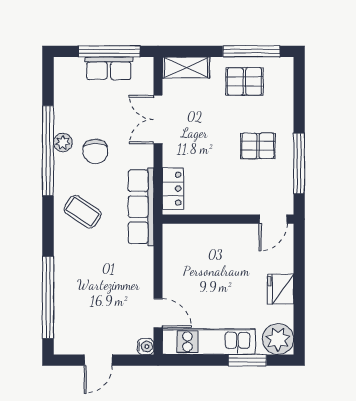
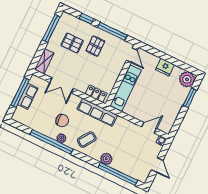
pallet: (244, 81) -> (72, 43), moved, turned 90
window: (299, 106) -> (86, 19), added
plant: (63, 143) -> (61, 138), moved
plant: (65, 264) -> (106, 159), added
kitchen unit: (209, 342) -> (126, 88), moved, turned 180

